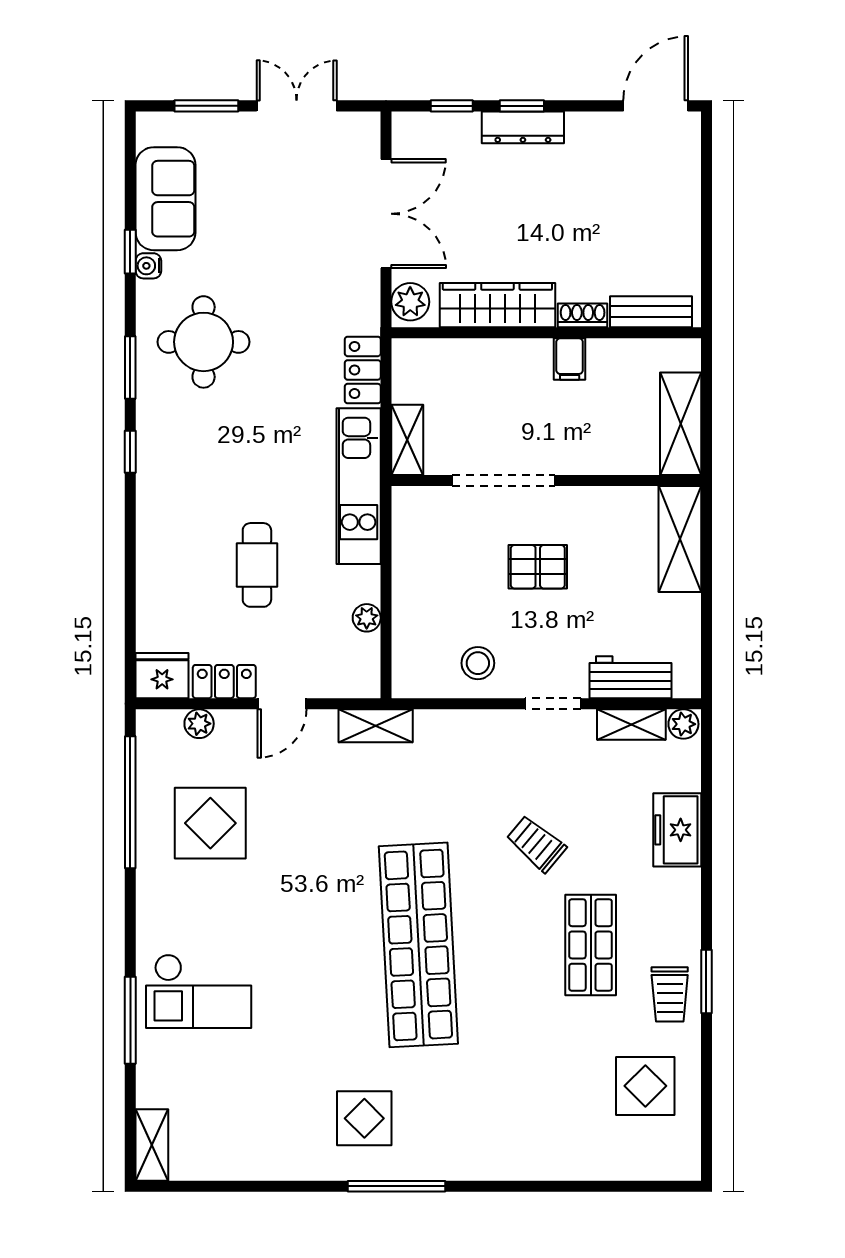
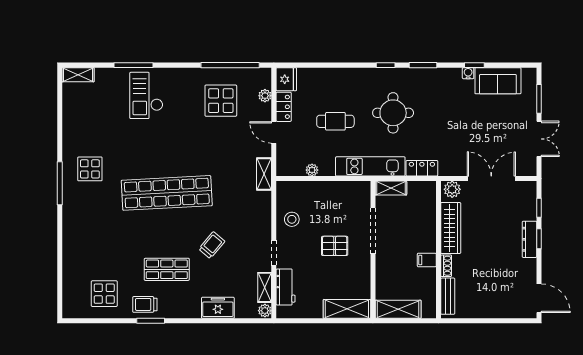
double door: (386, 214) -> (491, 179), swing flipped
round table: (204, 342) -> (393, 113), moved
pallet: (538, 567) -> (335, 246), turned 90

